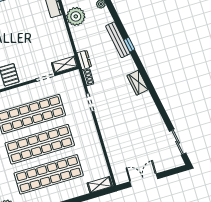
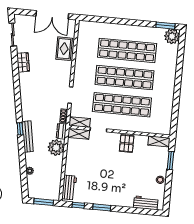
plant: (76, 16) -> (56, 148), moved
wardrobe: (138, 83) -> (23, 62), moved
rug: (117, 149) -> (64, 49), added
double door: (144, 180) -> (52, 15), width x1.37
shelving: (100, 185) -> (80, 122), moved

